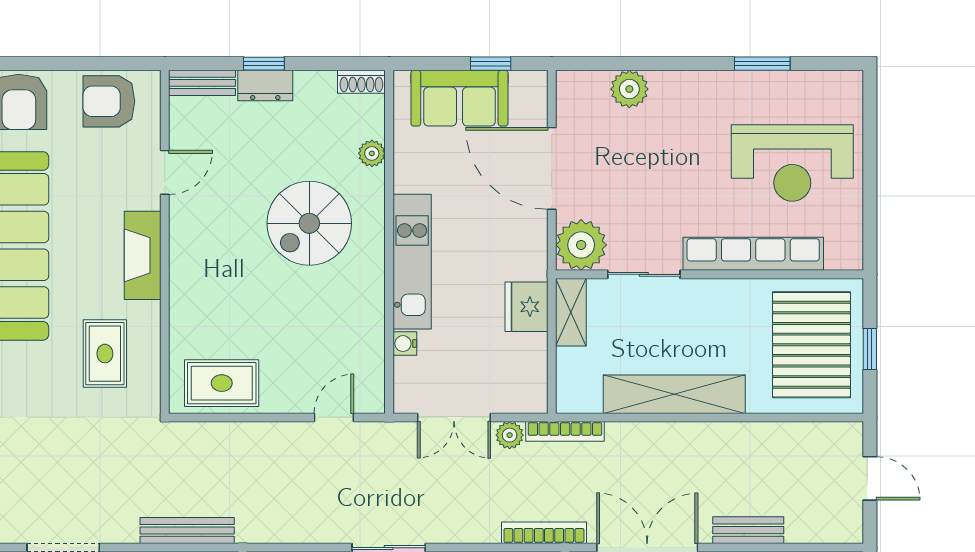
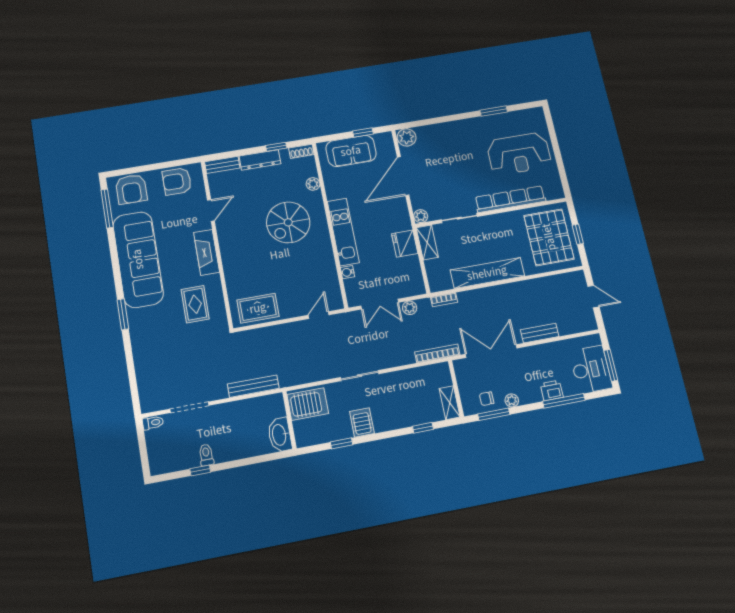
window: (264, 64) -> (276, 147), moved
dresser: (265, 86) -> (260, 160), width x1.44
plant: (629, 89) -> (407, 137), moved
door: (552, 168) -> (403, 176), hinge flipped
plant: (581, 245) -> (421, 216), width x0.53, depth x0.53
bookcase: (565, 431) -> (444, 300), width x0.64

